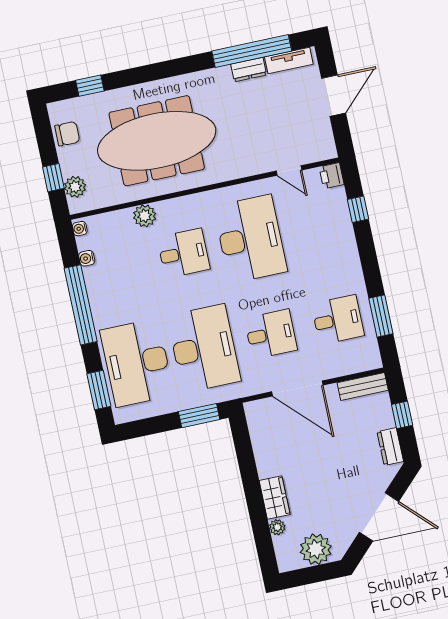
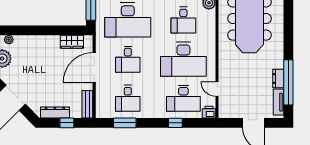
door: (289, 171) -> (217, 89), hinge flipped
window: (358, 209) -> (175, 123), moved
desk: (317, 225) -> (183, 98), added
dresser: (390, 447) -> (55, 112), width x1.44
wardrobe: (275, 497) -> (72, 42), moved
plant: (277, 527) -> (9, 40), moved

